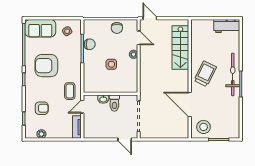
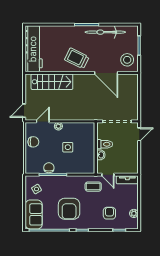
workbench: (227, 26) -> (34, 49), width x1.88, depth x1.32
bicycle: (233, 74) -> (105, 32), moved
door: (190, 105) -> (106, 73), hinge flipped

